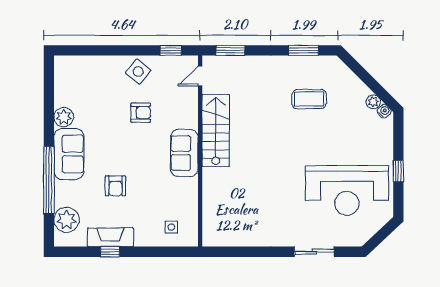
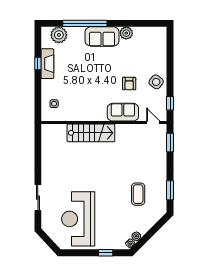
stairs: (216, 130) -> (91, 133), moved
sofa: (184, 153) -> (123, 112), moved
window: (398, 171) -> (106, 253), moved
armchair: (115, 186) -> (81, 67), removed

